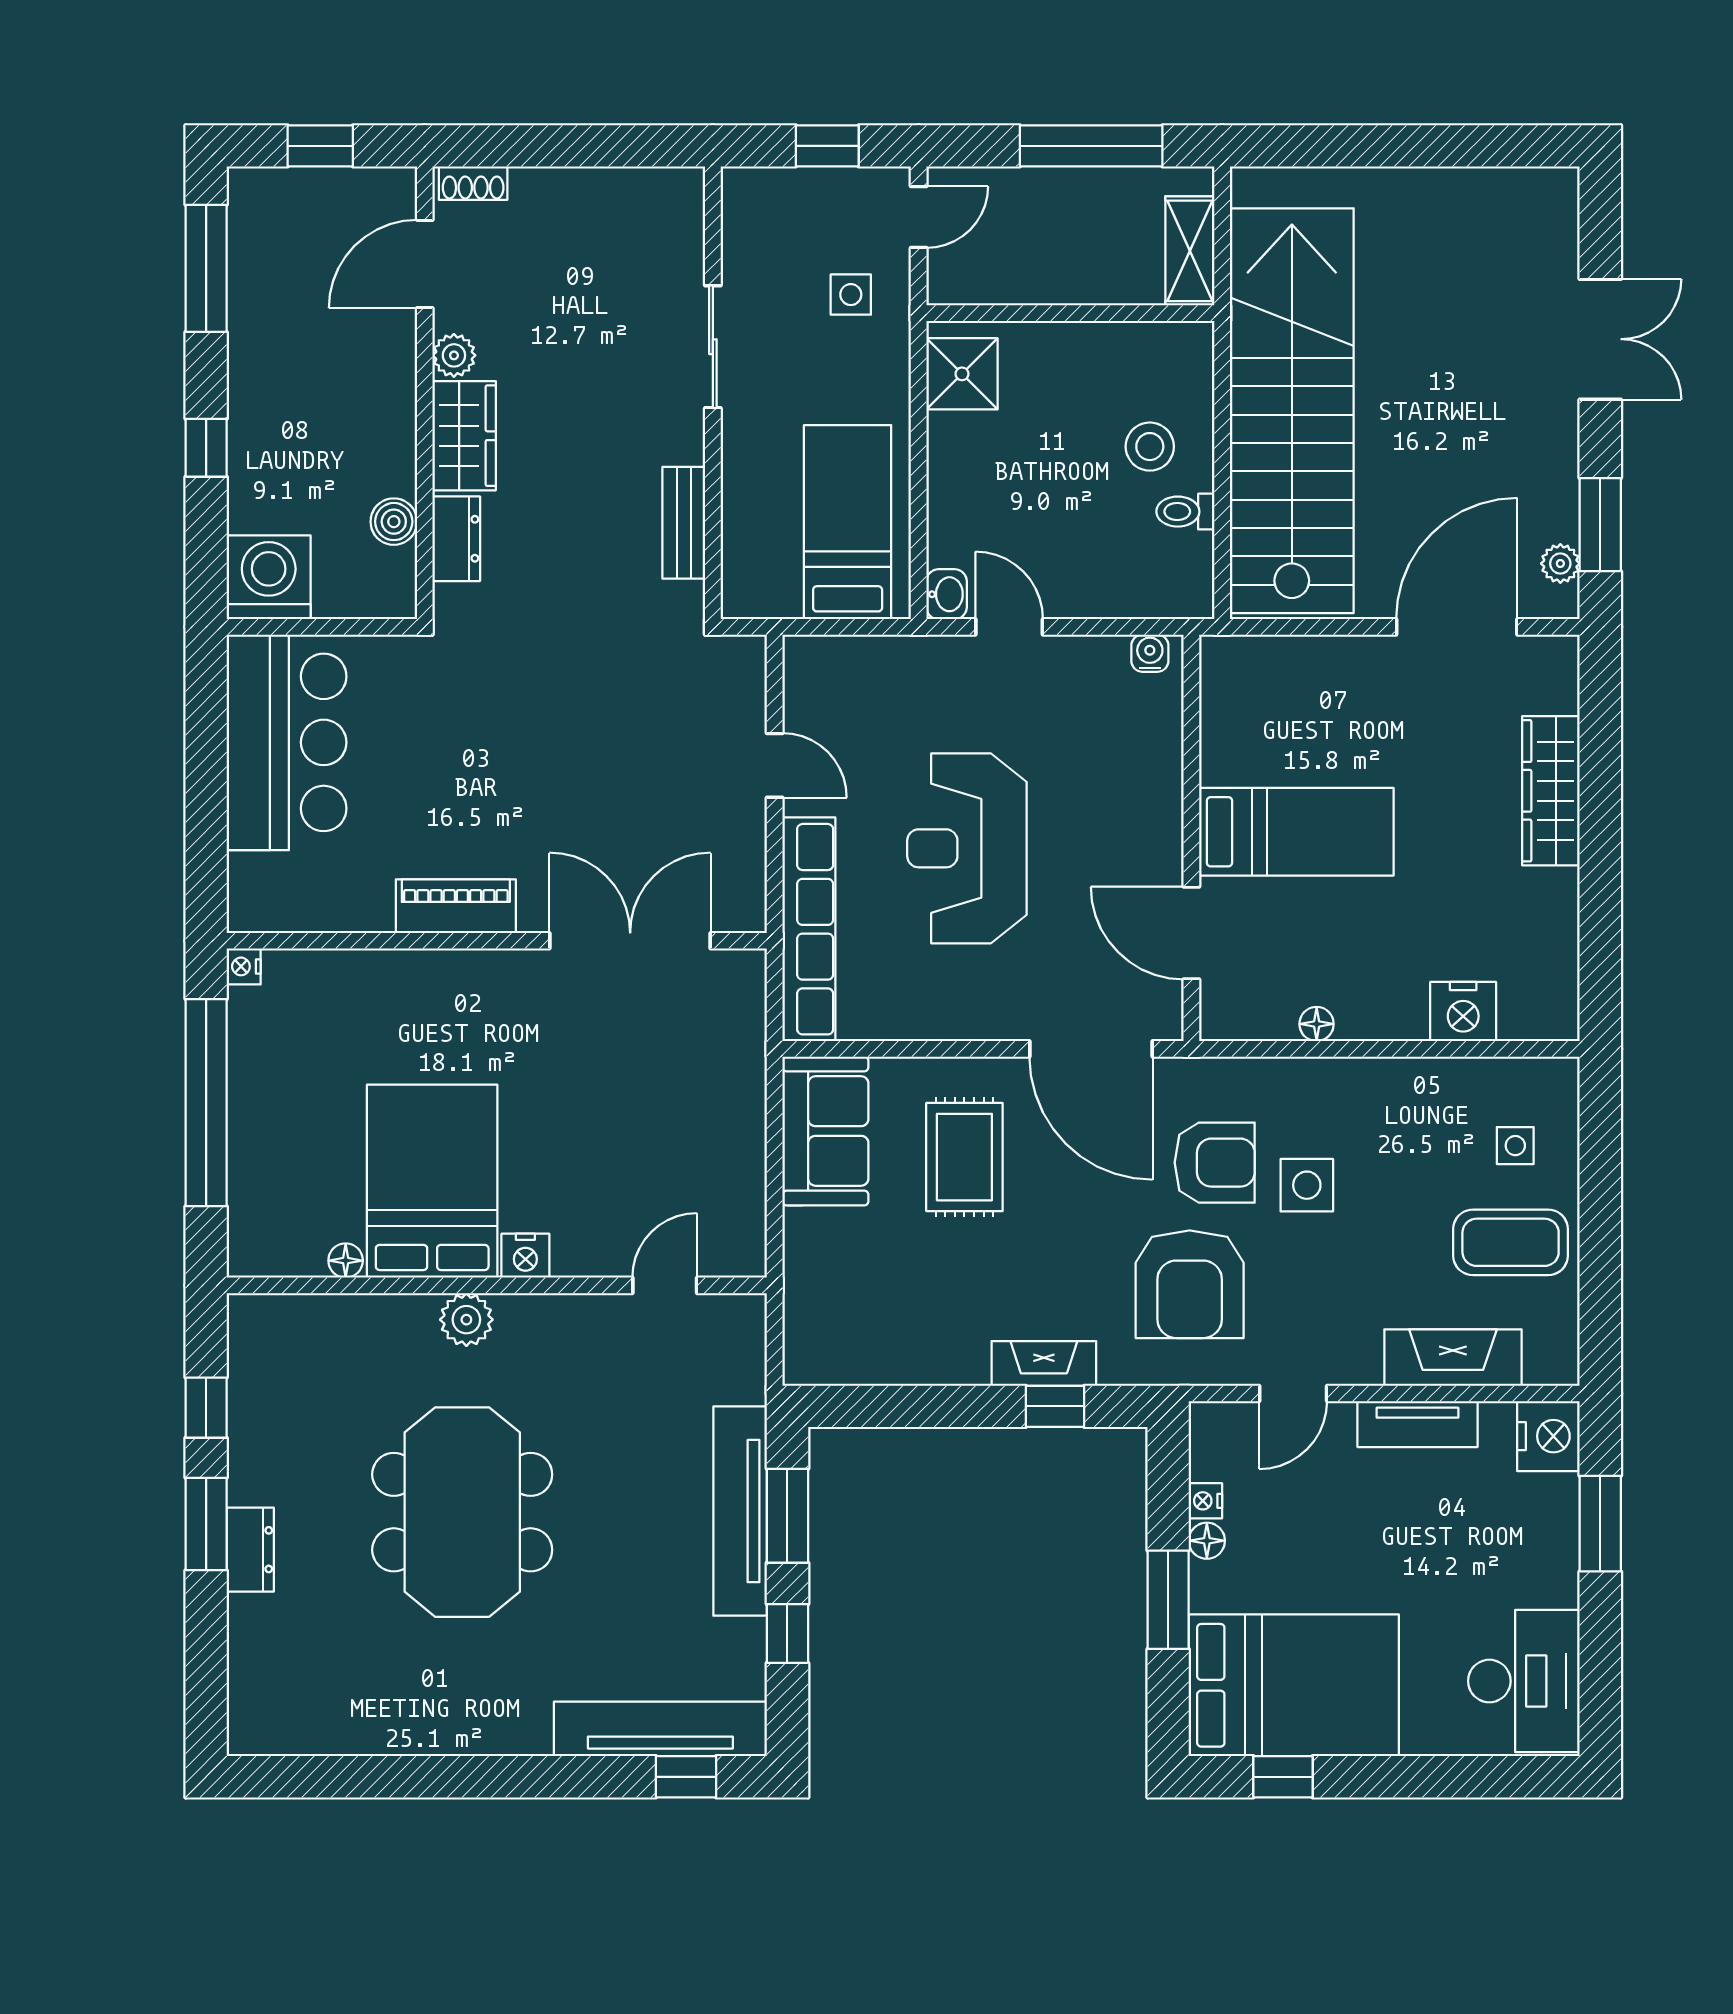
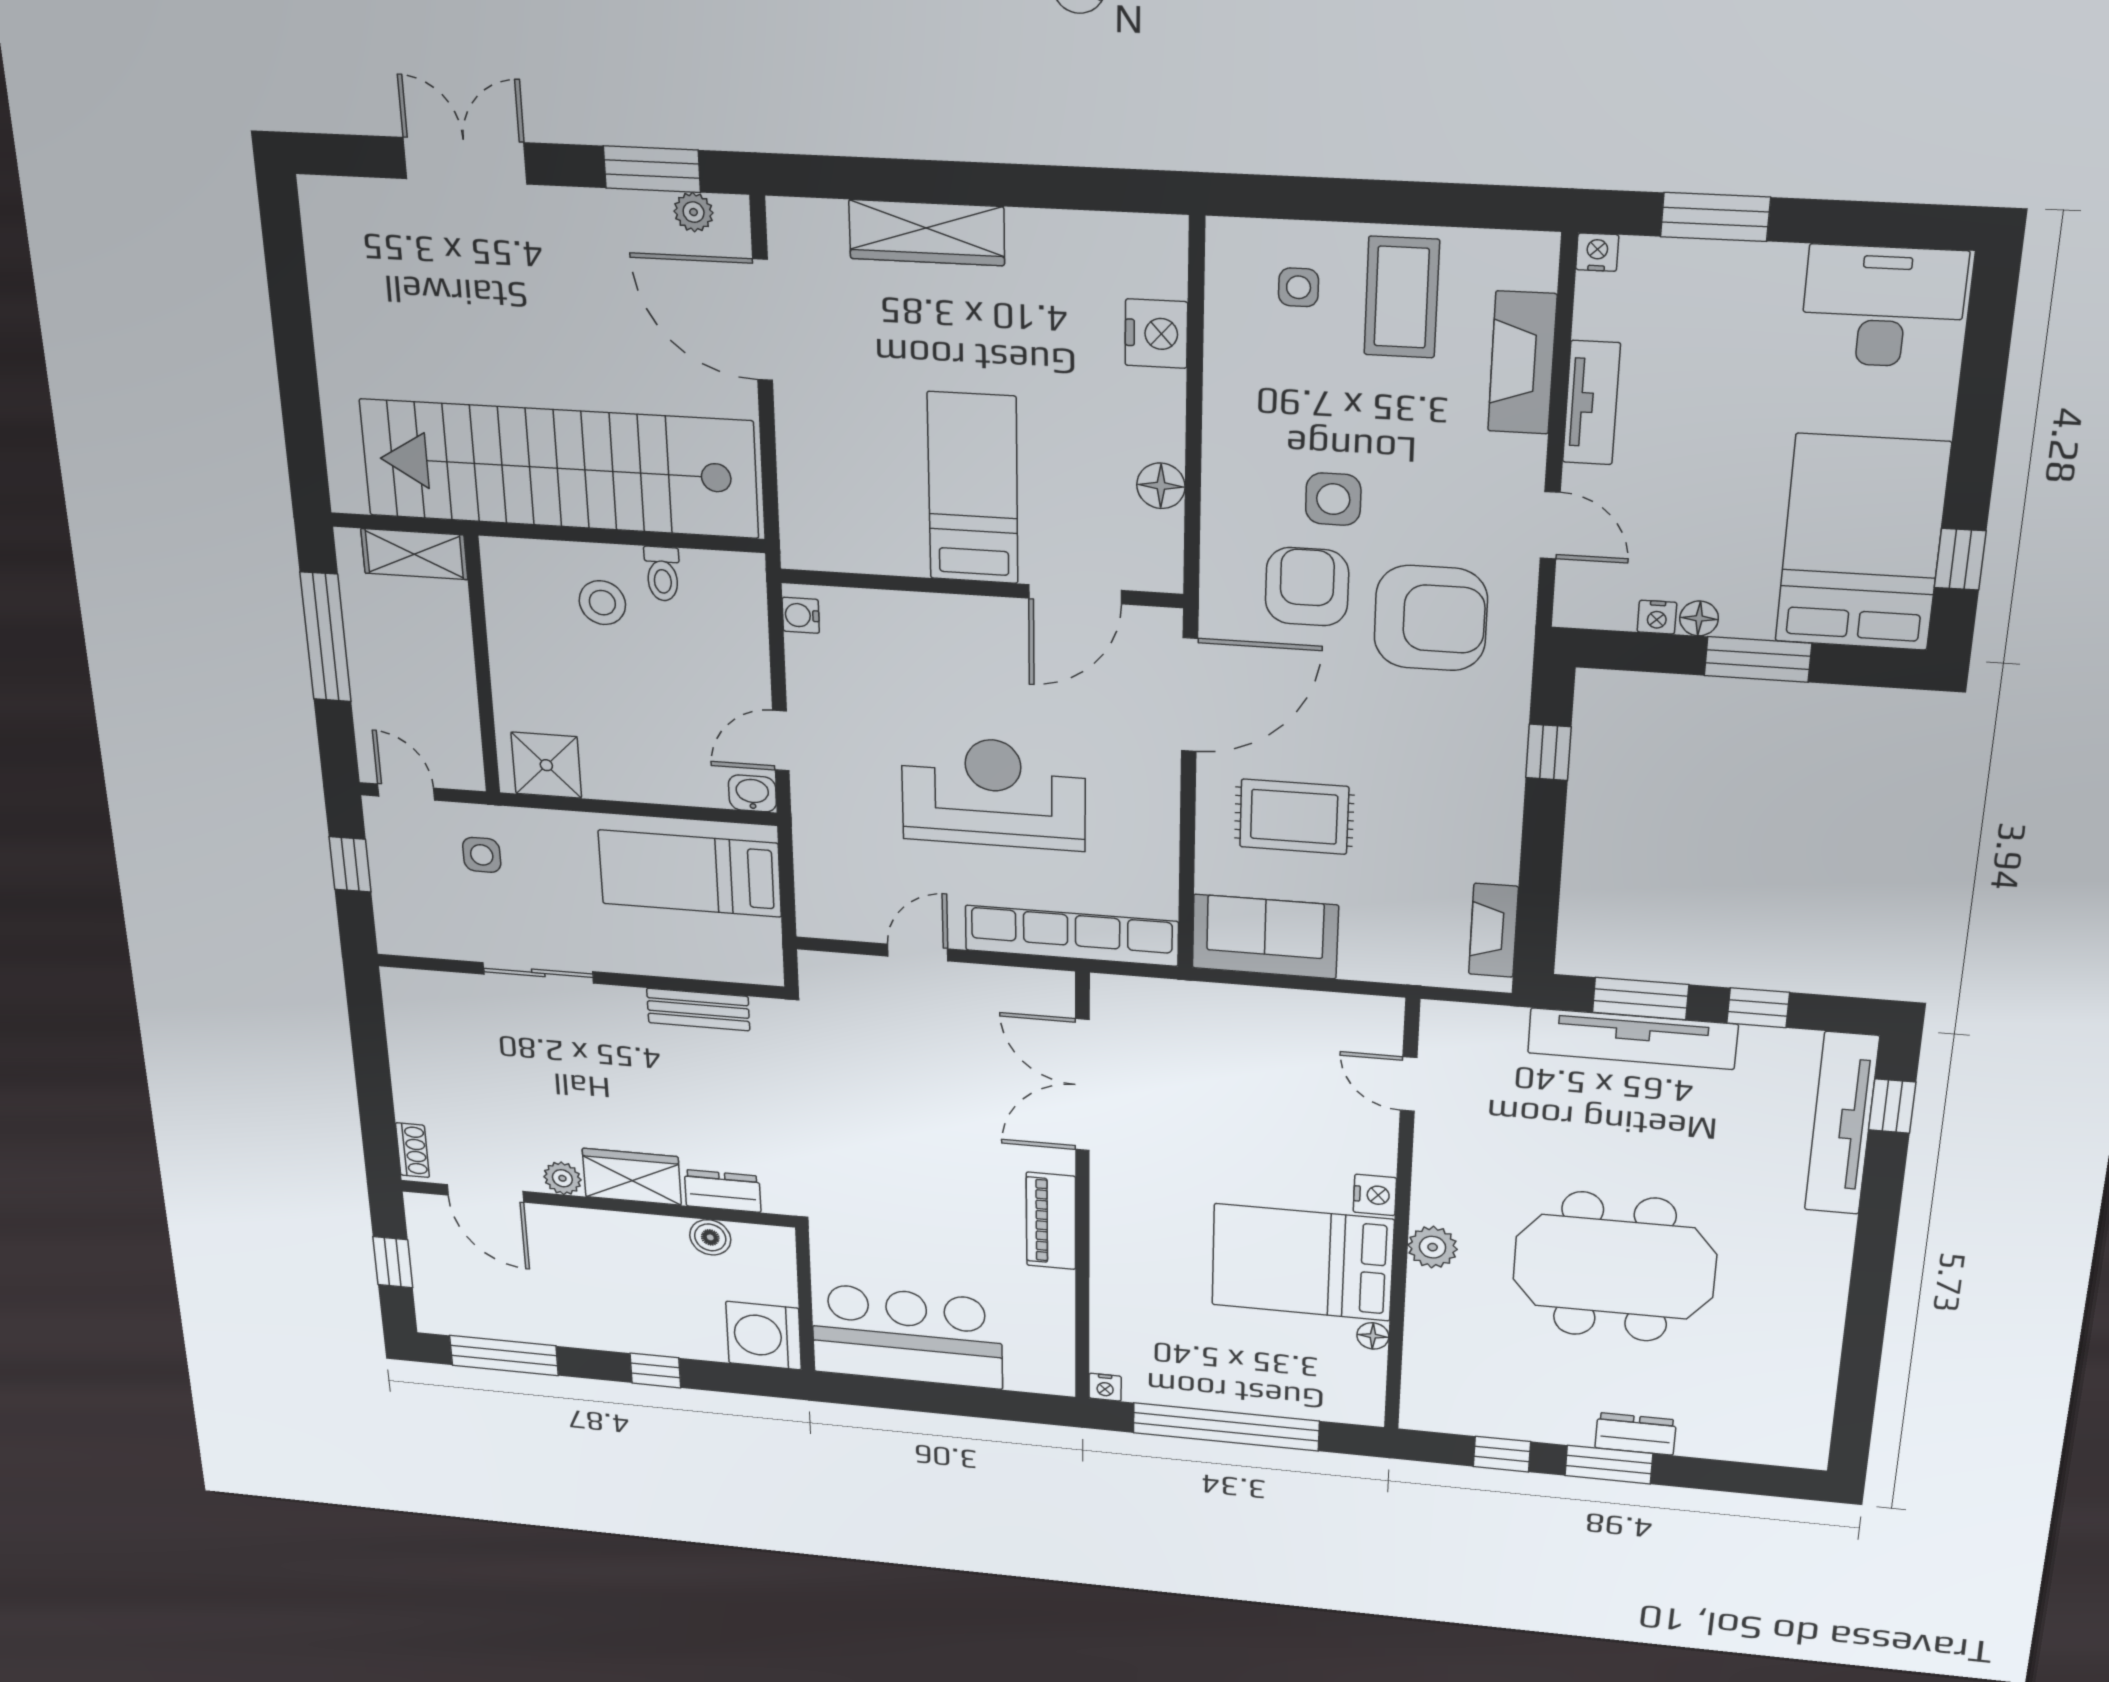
reception desk: (967, 848) -> (993, 793), turned 180
floor lamp: (1317, 1024) -> (1161, 486), width x1.37, depth x1.37
fireplace: (1044, 1363) -> (1494, 930), moved
nightstand: (1548, 1436) -> (1597, 252), width x0.53, depth x0.56

